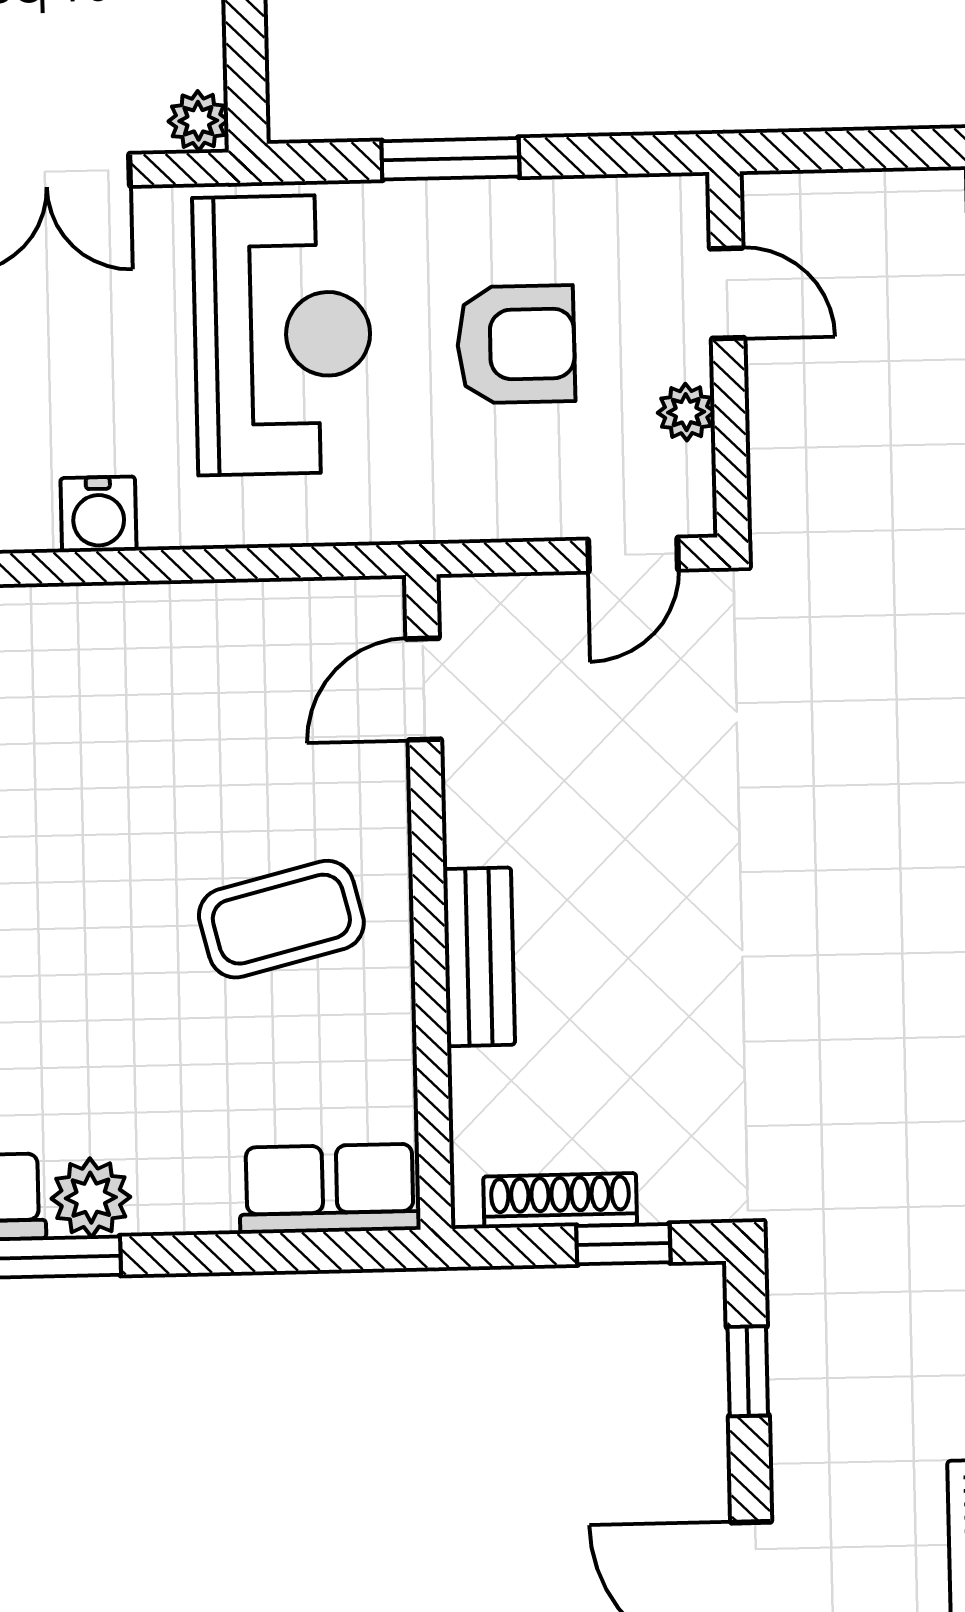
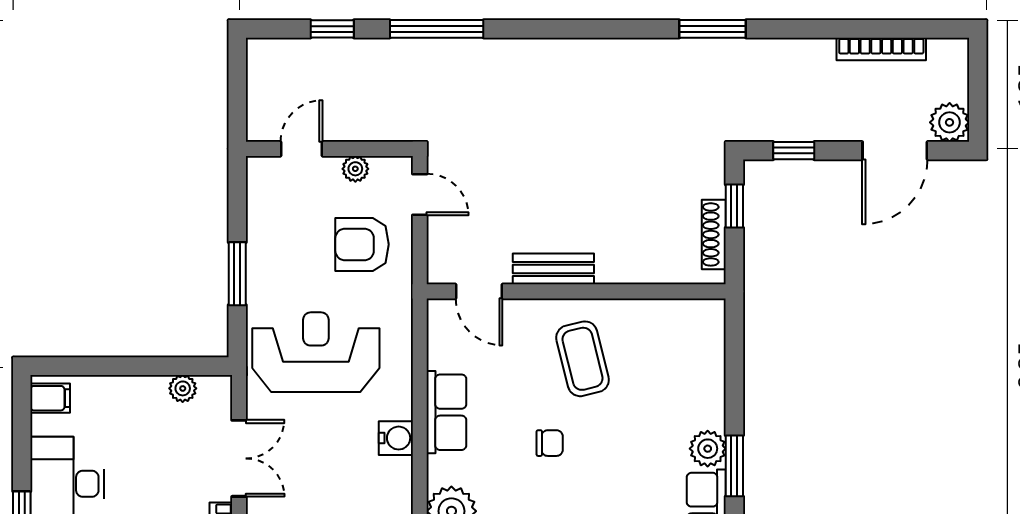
plant: (198, 121) -> (183, 388), moved
armchair: (516, 344) -> (362, 244), moved, turned -90
chair: (95, 851) -> (550, 443), added
bench: (479, 957) -> (553, 269), moved
row of seats: (330, 1189) -> (446, 412), moved, turned 180

